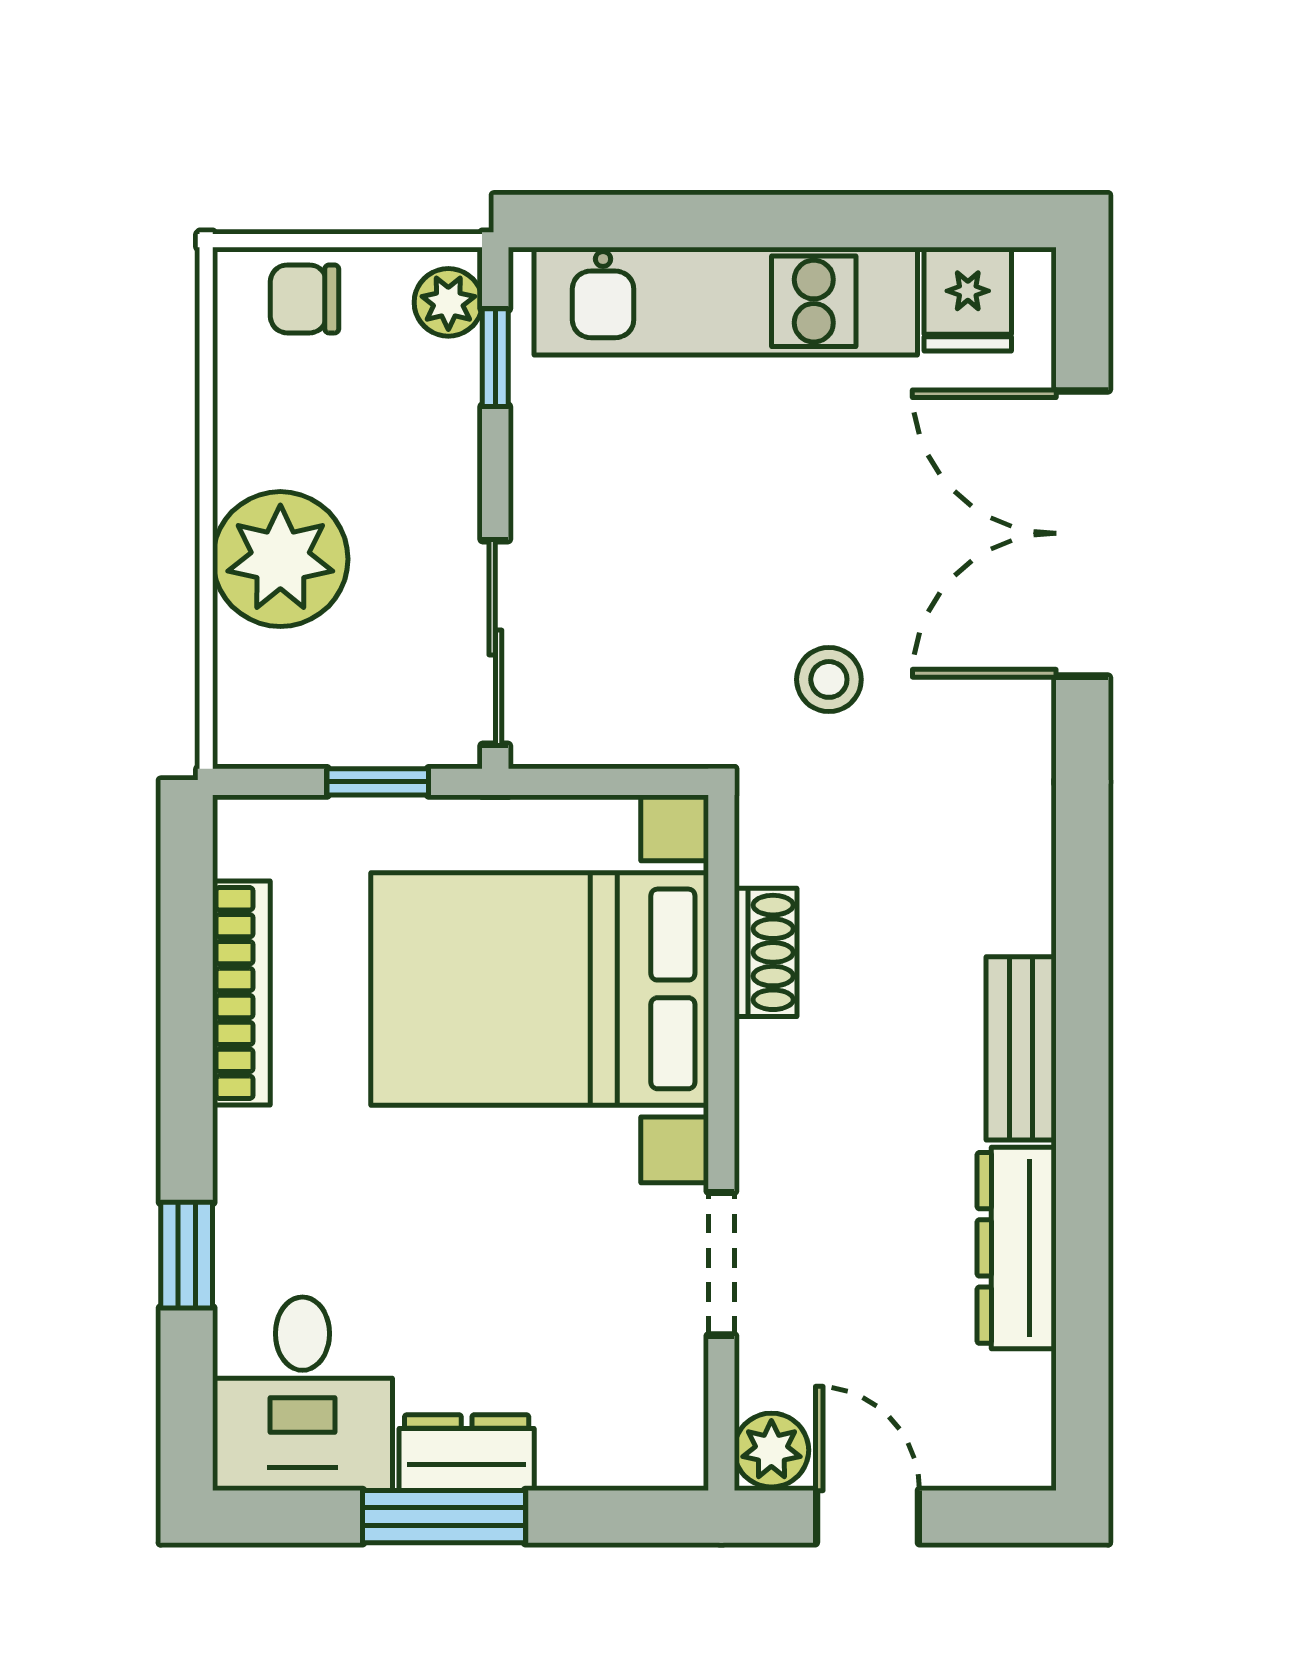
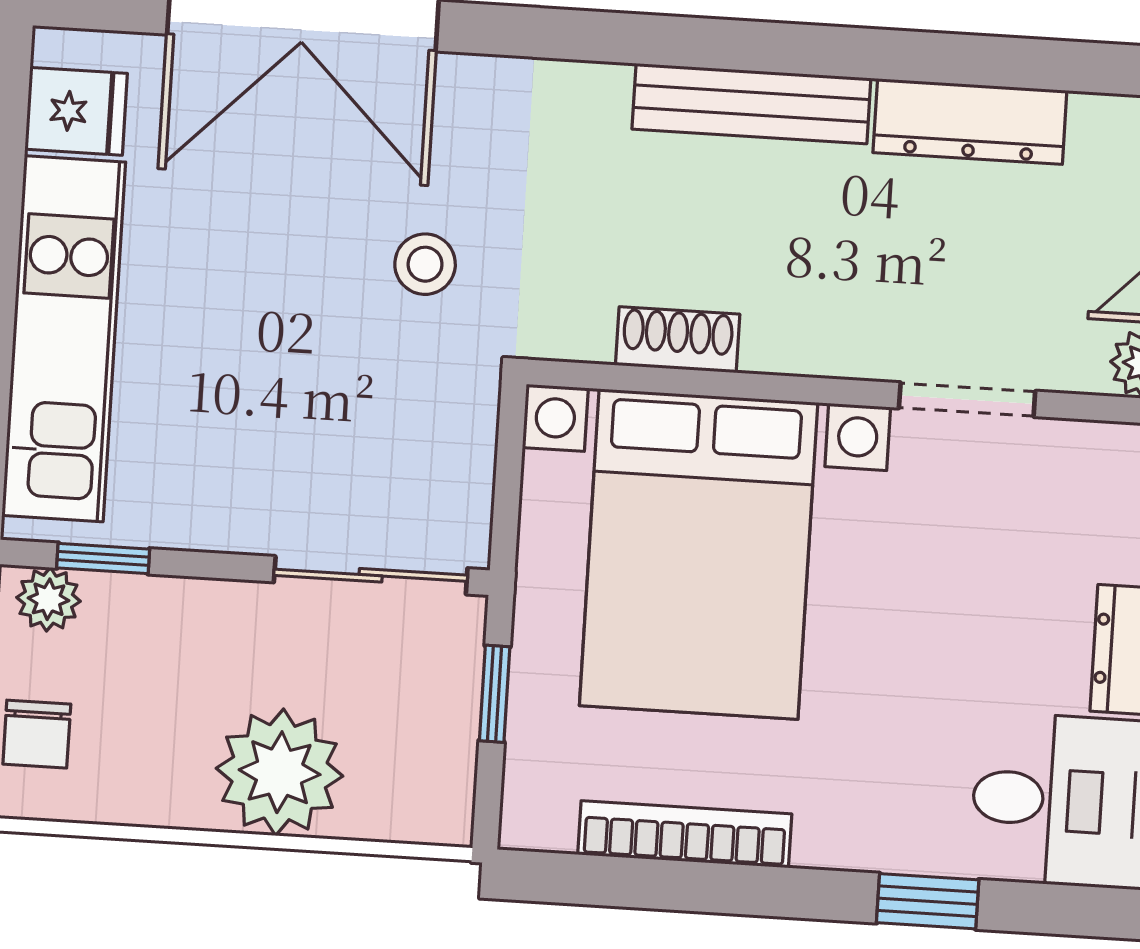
bench: (1021, 1048) -> (751, 104), width x1.36

